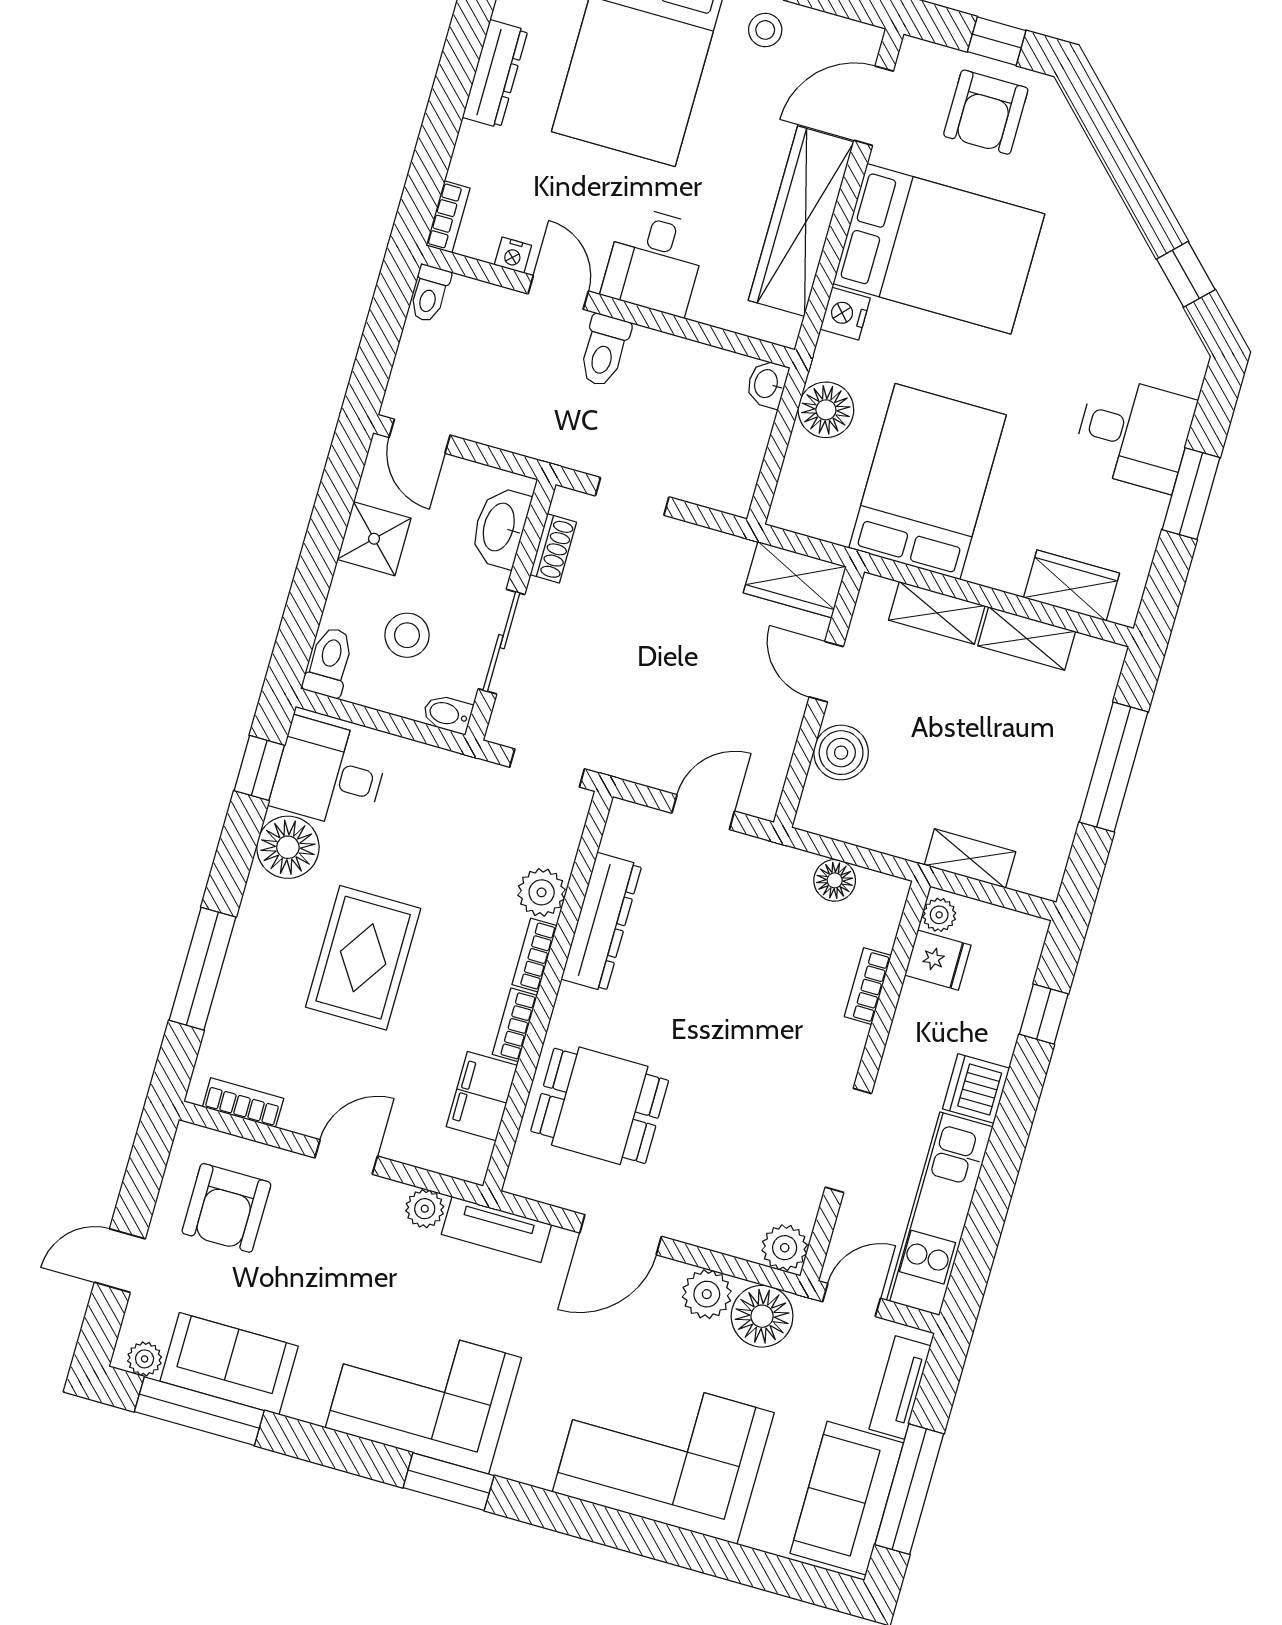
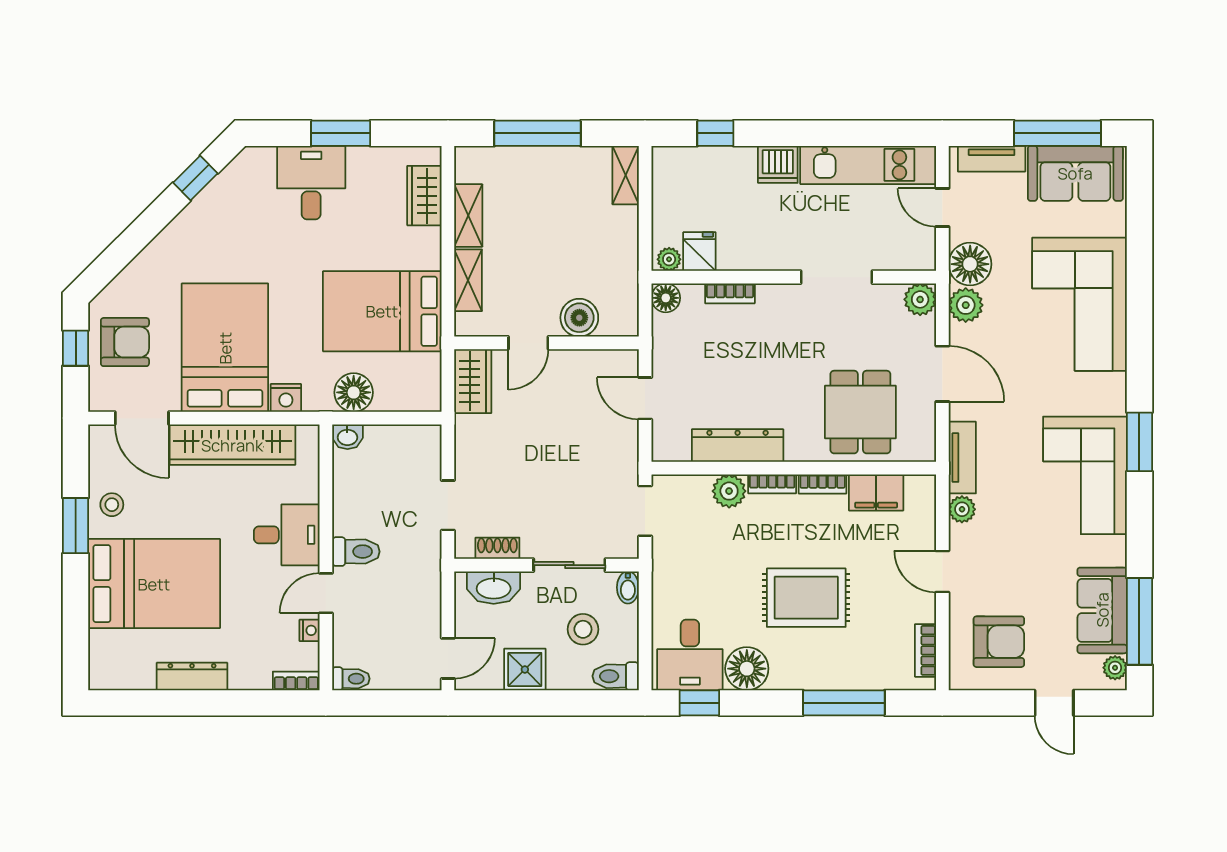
shelving: (970, 859) -> (626, 175), moved
plant: (939, 915) -> (669, 259), moved
fridge: (938, 960) -> (699, 252), moved
bookcase: (868, 986) -> (730, 293), moved
wall: (865, 1081) -> (794, 277), moved
doorway: (848, 1140) -> (836, 277), moved
plant: (785, 1248) -> (920, 299), moved

